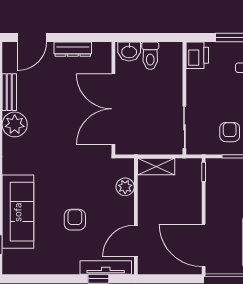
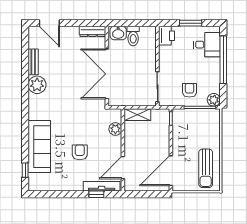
door: (32, 37) -> (49, 23), hinge flipped
dresser: (73, 49) -> (93, 31), moved
door: (204, 245) -> (171, 171), hinge flipped

